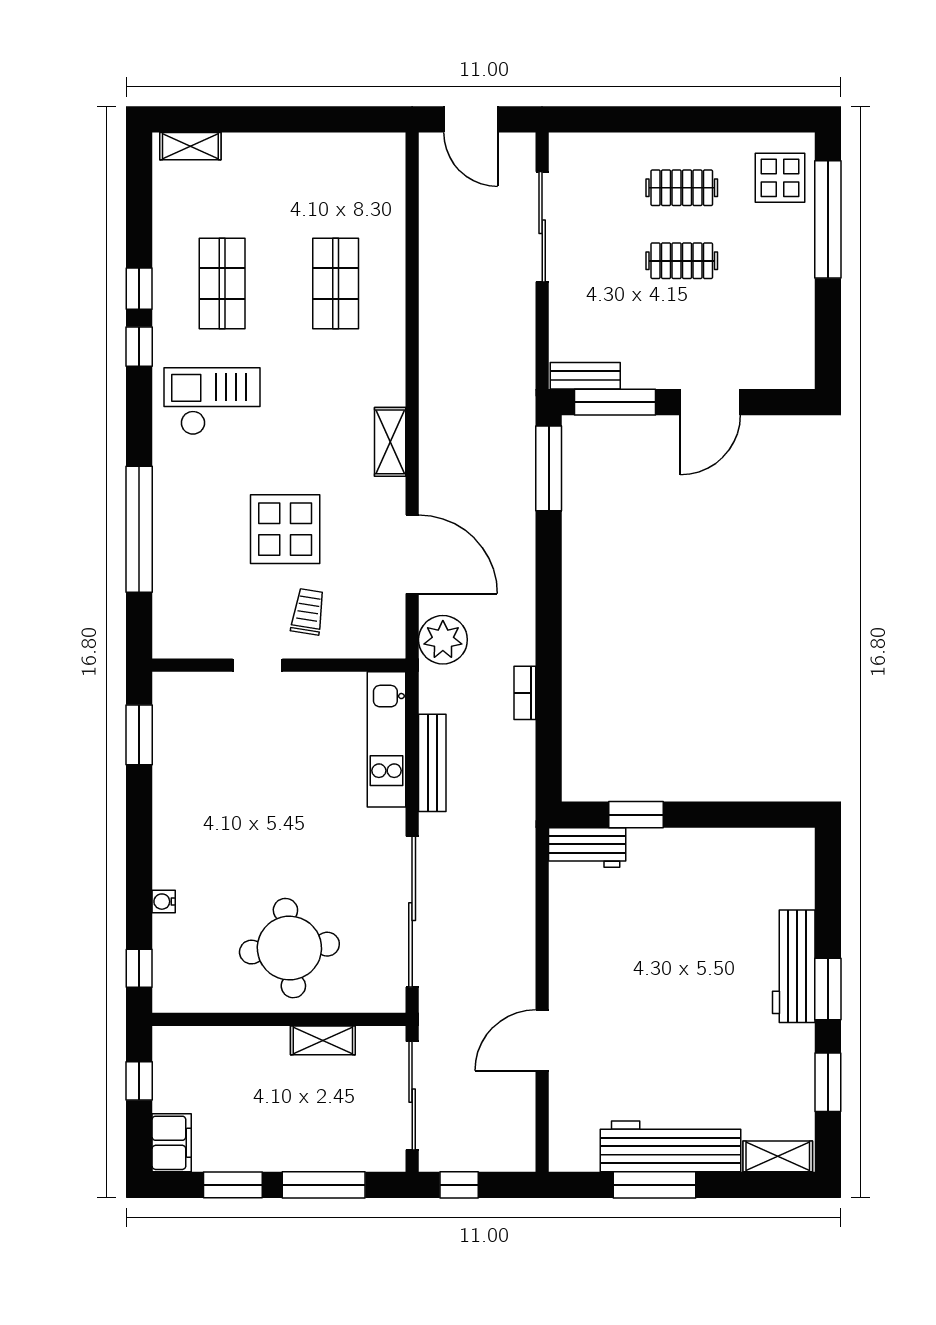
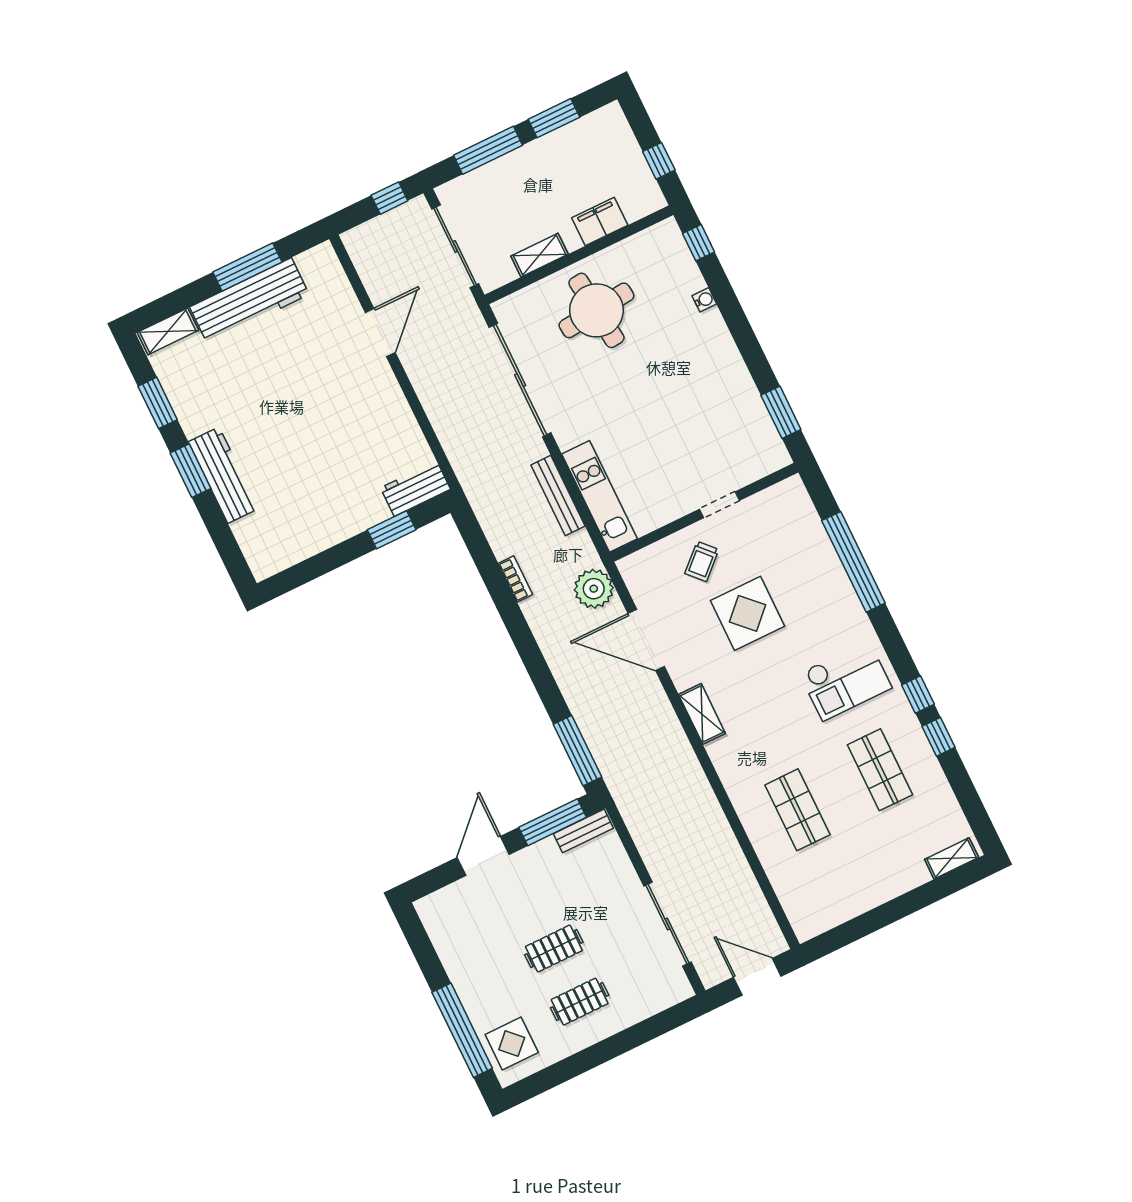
trolley: (308, 612) -> (702, 561), turned 38
filing cabinet: (172, 1143) -> (600, 221), moved, turned 90

